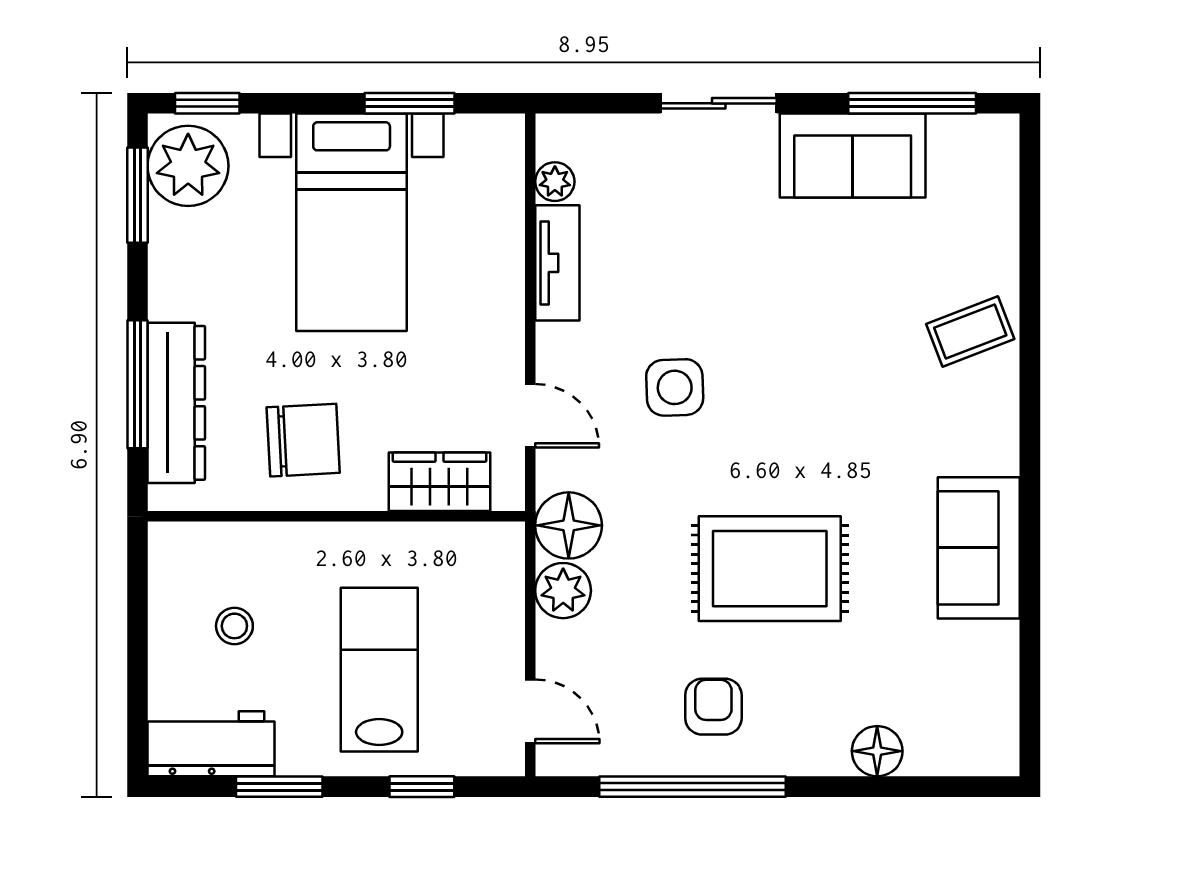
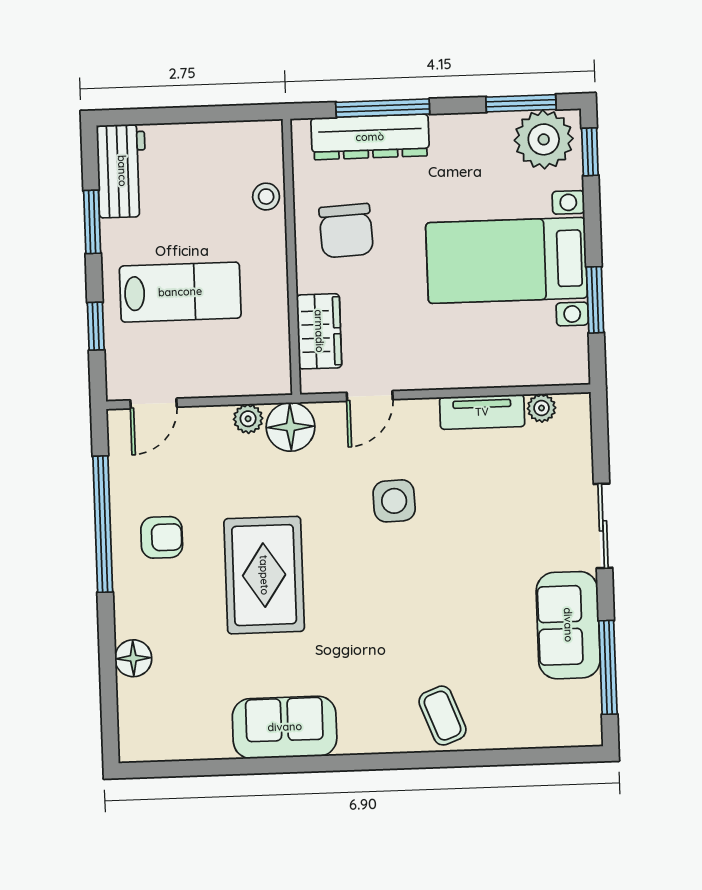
plant: (563, 591) -> (248, 419), width x0.73, depth x0.73
stool: (234, 626) -> (266, 197), moved

